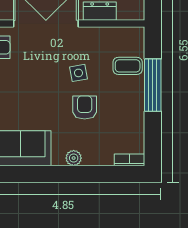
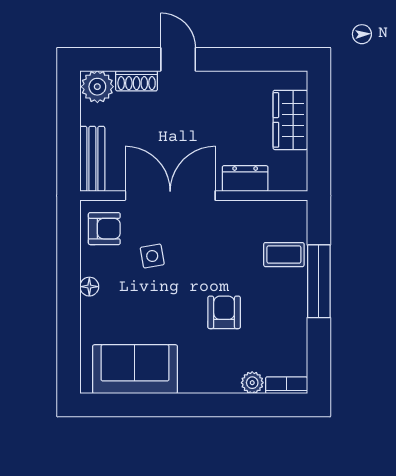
side table: (78, 73) -> (152, 256), moved
plant: (74, 158) -> (252, 383), moved

